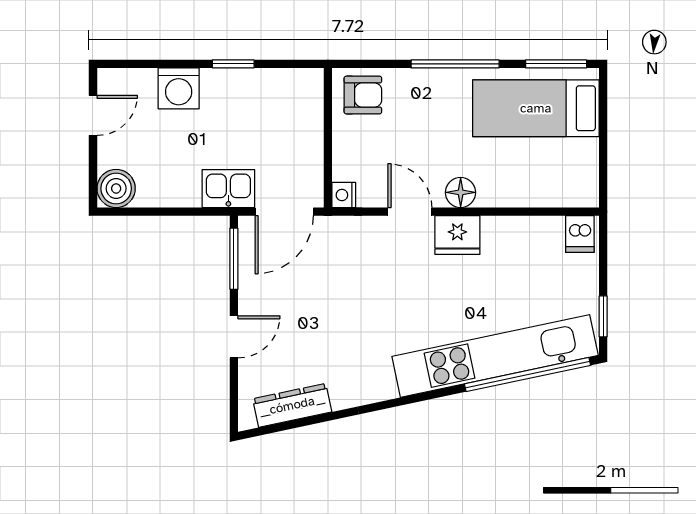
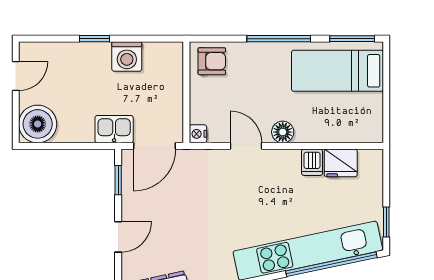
window: (233, 64) -> (95, 39), moved
washing machine: (179, 88) -> (127, 56), moved
boiler: (116, 188) -> (38, 124), width x1.37, depth x1.37
dishwasher: (580, 234) -> (312, 162), moved
fridge: (457, 235) -> (341, 163), moved
window: (234, 259) -> (118, 180), width x0.67

